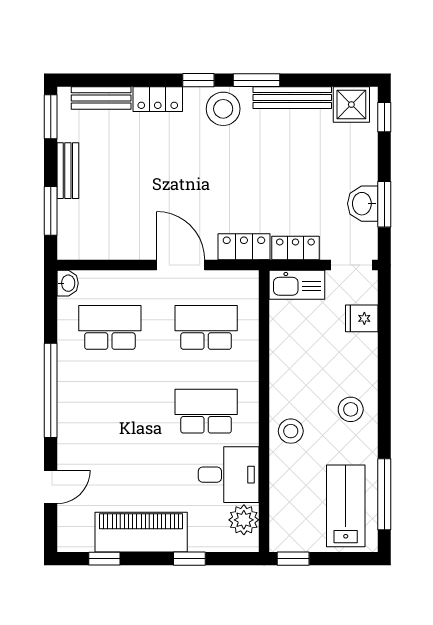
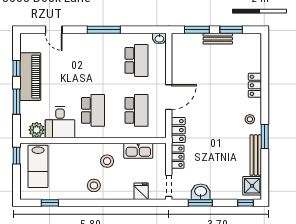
window: (198, 80) -> (265, 106), removed
bench: (101, 98) -> (255, 56), removed
stool: (223, 109) -> (250, 119), width x0.53, depth x0.53
window: (51, 117) -> (231, 30), moved
kitchen sink: (297, 285) -> (138, 151), moved, turned -90
window: (51, 390) -> (104, 30), width x0.68
stool: (291, 431) -> (107, 161), moved
window: (384, 494) -> (50, 203), width x0.46
lab bench: (346, 506) -> (38, 166), moved, turned 90
window: (104, 559) -> (16, 68), moved
window: (189, 559) -> (16, 102), width x1.50

